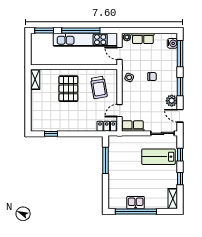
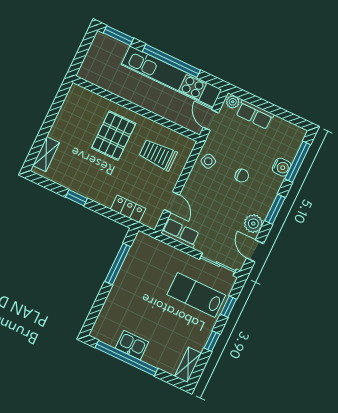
water cooler: (172, 43) -> (282, 167), moved
shelving: (35, 79) -> (46, 154), moved
trolley: (99, 87) -> (158, 155), turned 100
door: (120, 111) -> (172, 202), swing flipped
locker: (107, 126) -> (128, 209), moved
window: (51, 134) -> (77, 198), moved

